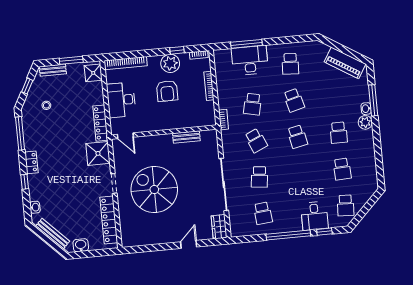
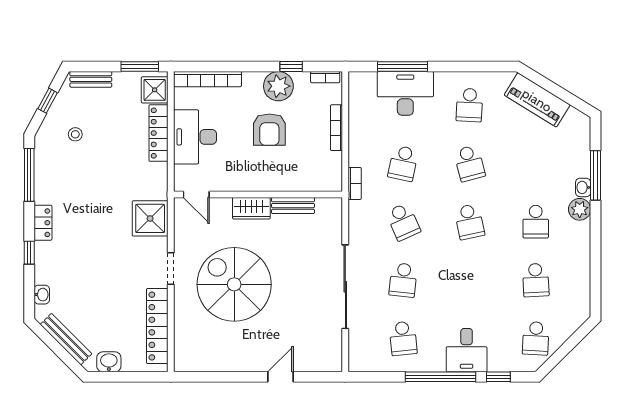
window: (71, 60) -> (140, 67), moved
piano: (345, 63) -> (537, 100), moved
locker: (100, 123) -> (158, 133), moved
desk: (315, 216) -> (467, 350), moved
wardrobe: (219, 227) -> (251, 208), moved, turned -90

